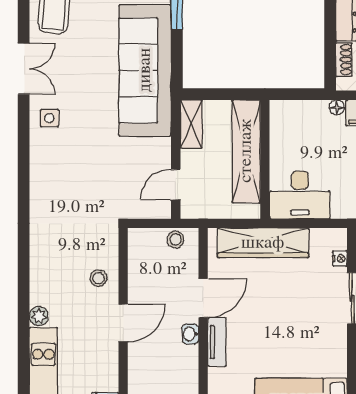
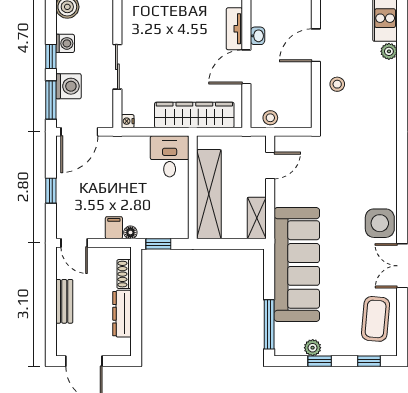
window: (304, 94) -> (158, 244), added
side table: (49, 118) -> (380, 223), width x1.87, depth x1.87
desk: (300, 195) -> (170, 156), width x0.73
nightstand: (340, 258) -> (128, 121), moved

